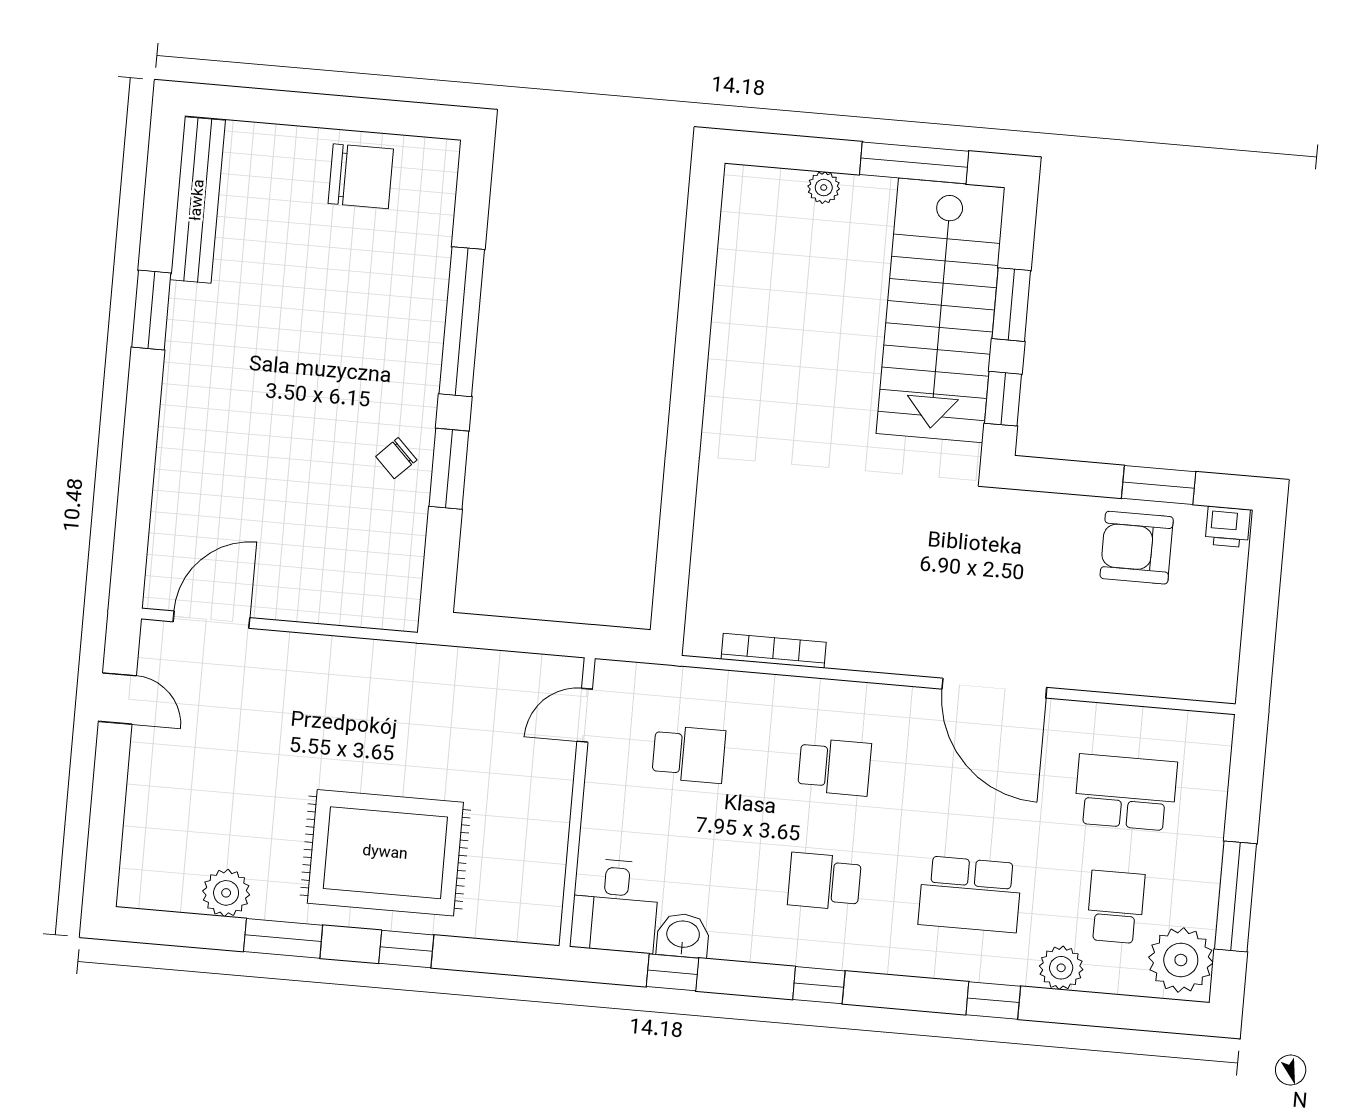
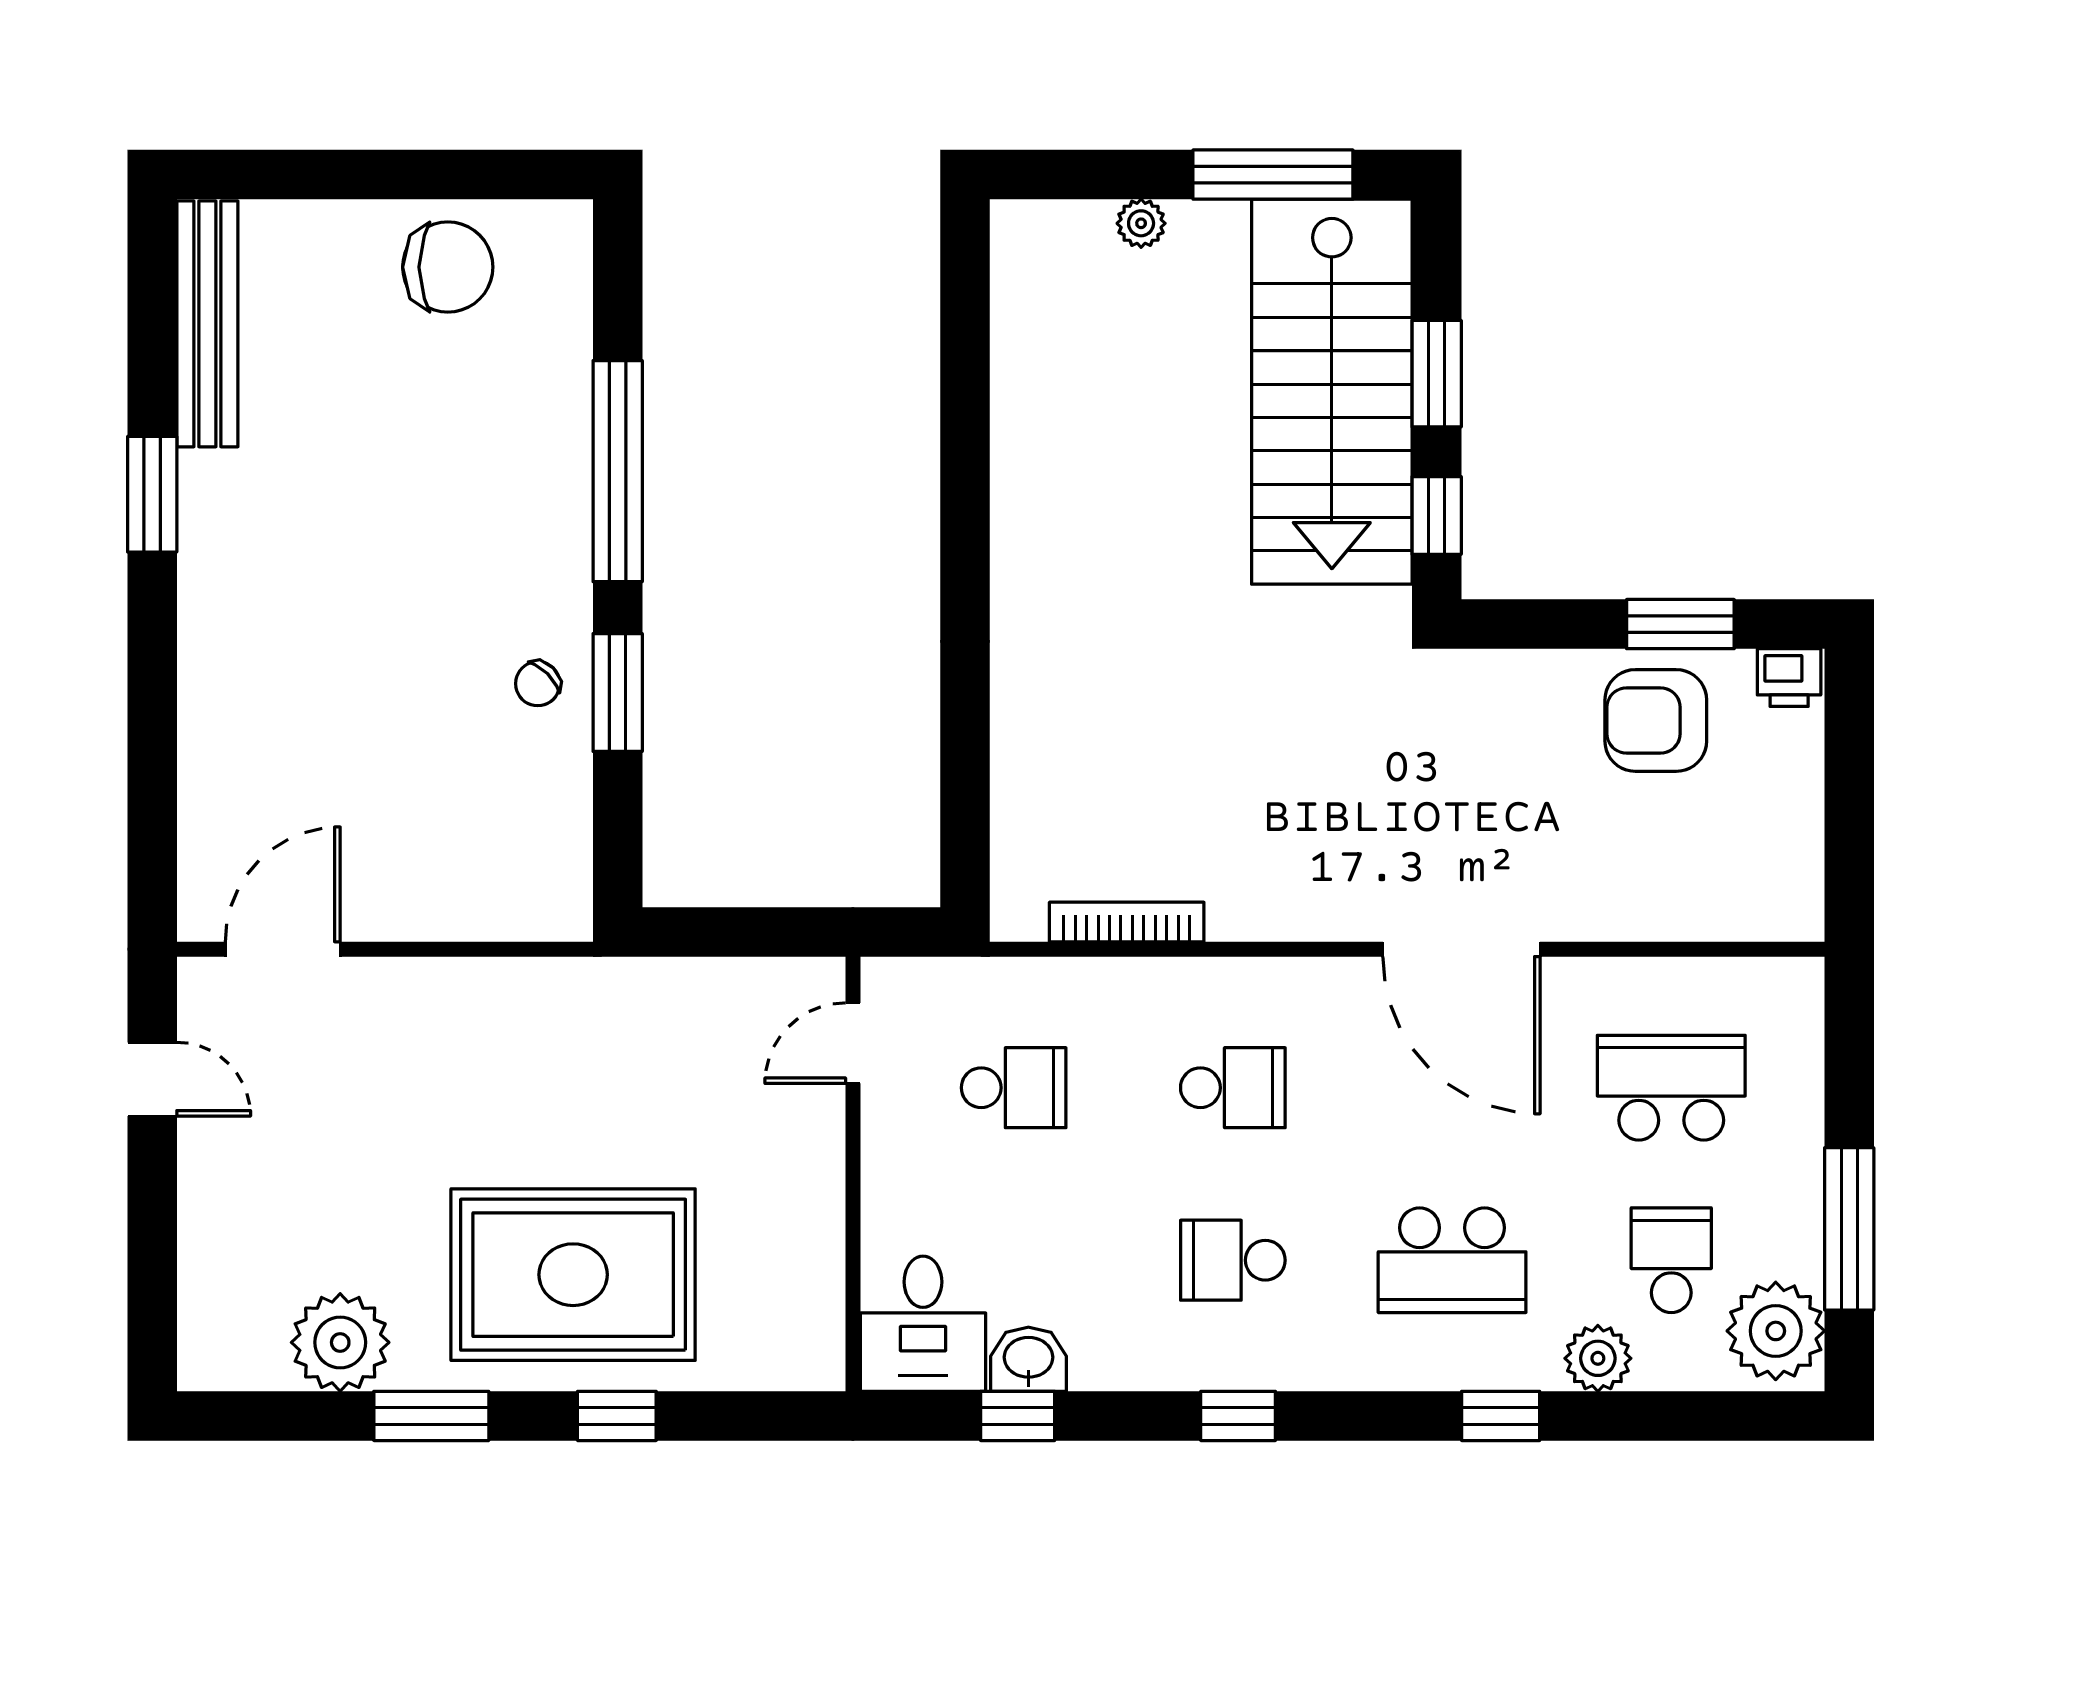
plant: (226, 893) -> (340, 1342), width x1.36, depth x1.36

